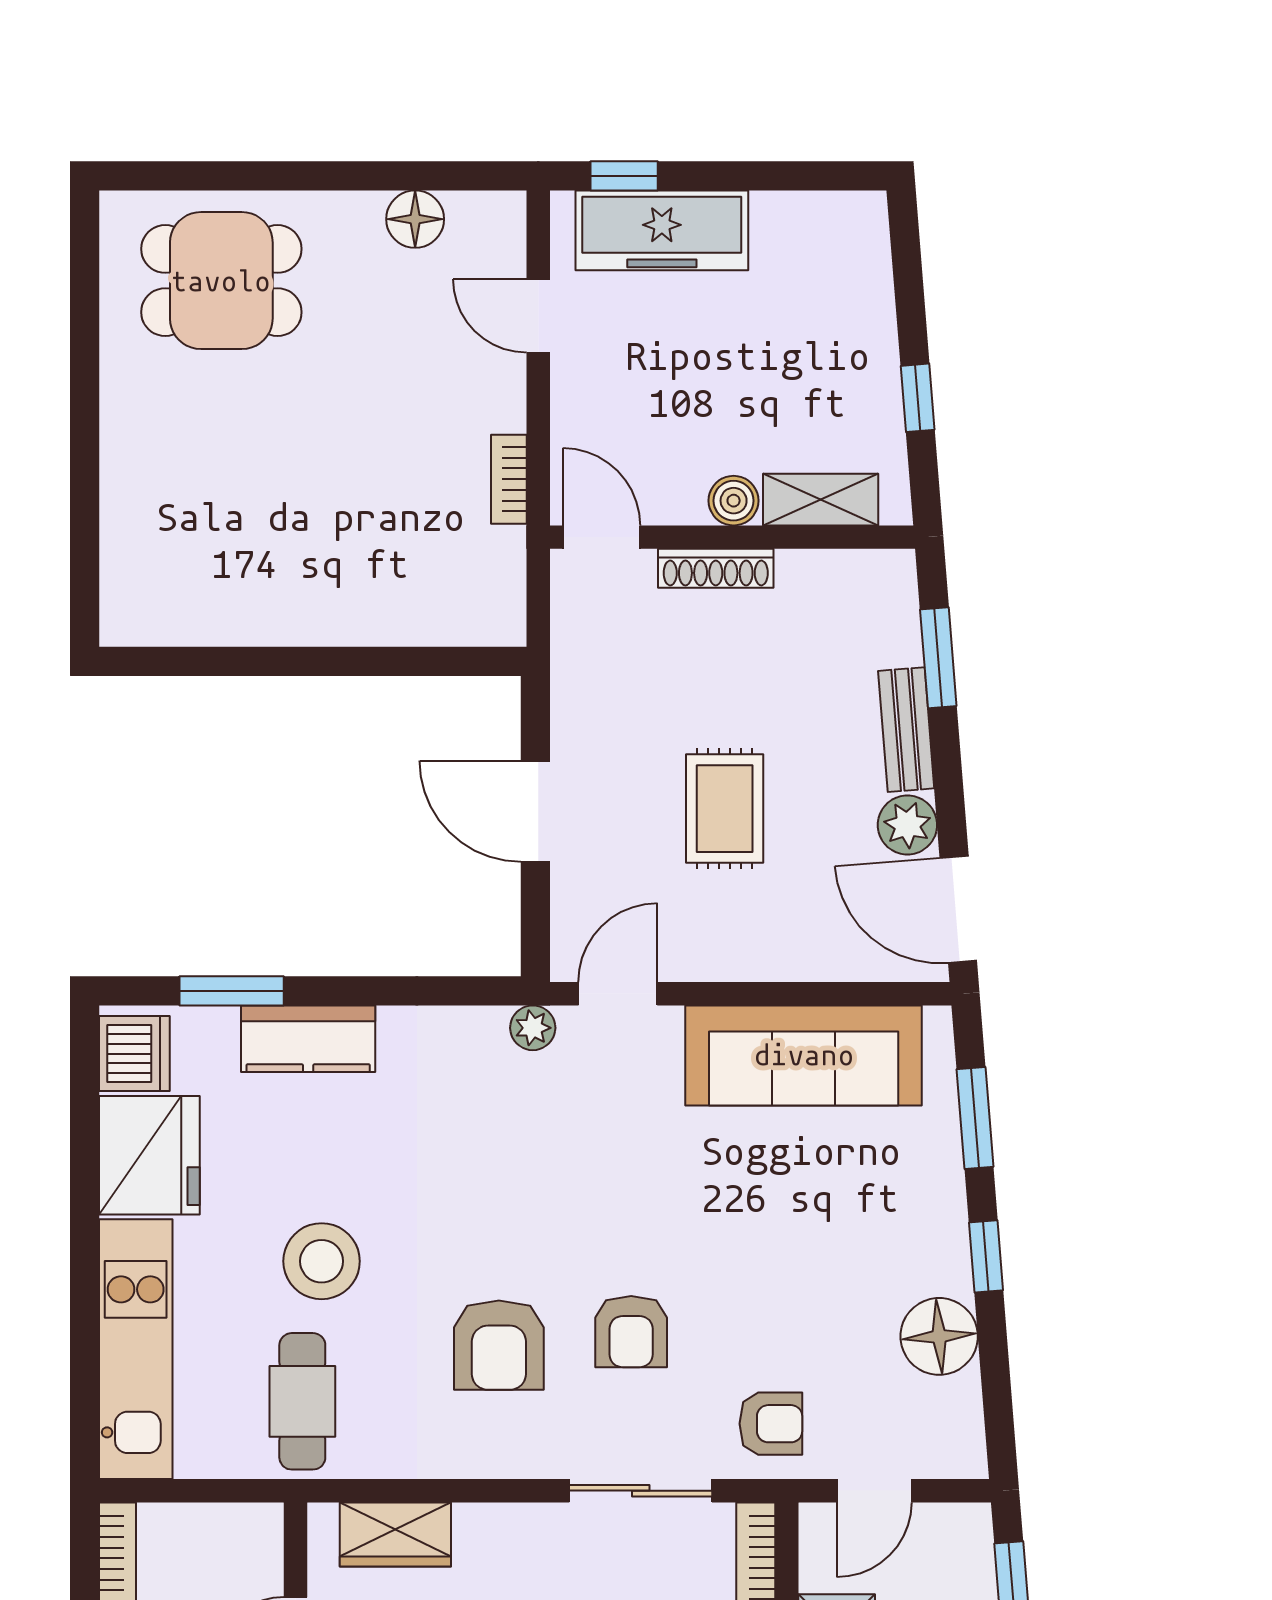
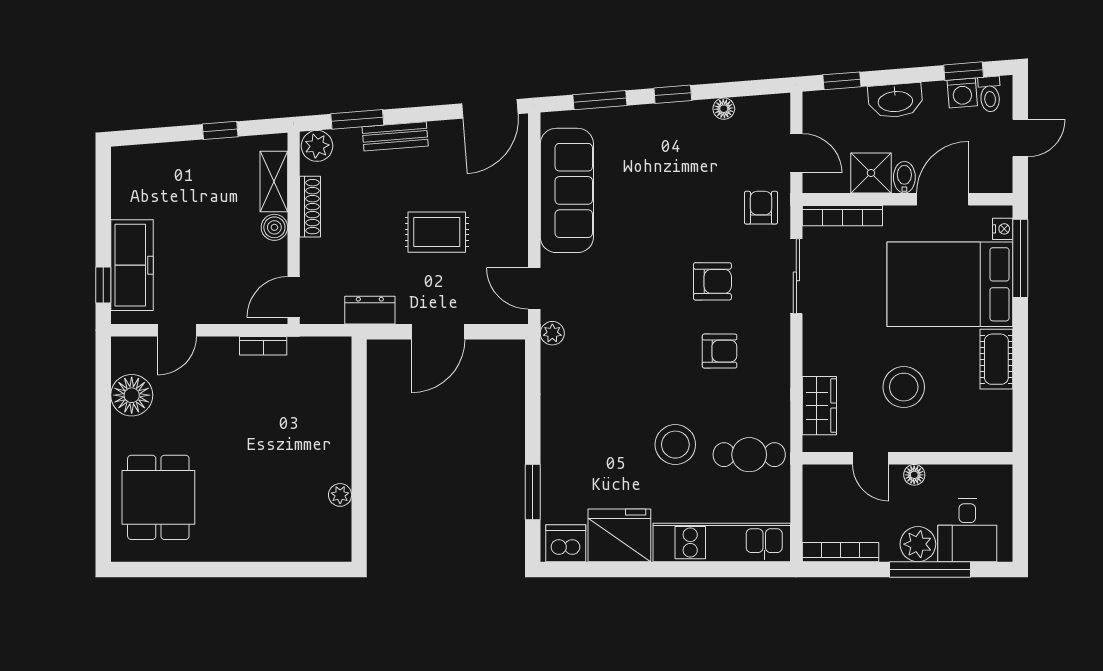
floor lamp: (415, 219) -> (132, 395), width x1.38, depth x1.38
shoe rack: (716, 568) -> (310, 207), moved
plant: (226, 625) -> (340, 495), added
dresser: (576, 682) -> (370, 310), added
plant: (907, 825) -> (317, 146), moved
kitchen counter: (308, 1039) -> (558, 452), removed
floor lamp: (939, 1336) -> (724, 109), width x0.53, depth x0.53
armchair: (499, 1345) -> (720, 351), width x0.72, depth x0.72

